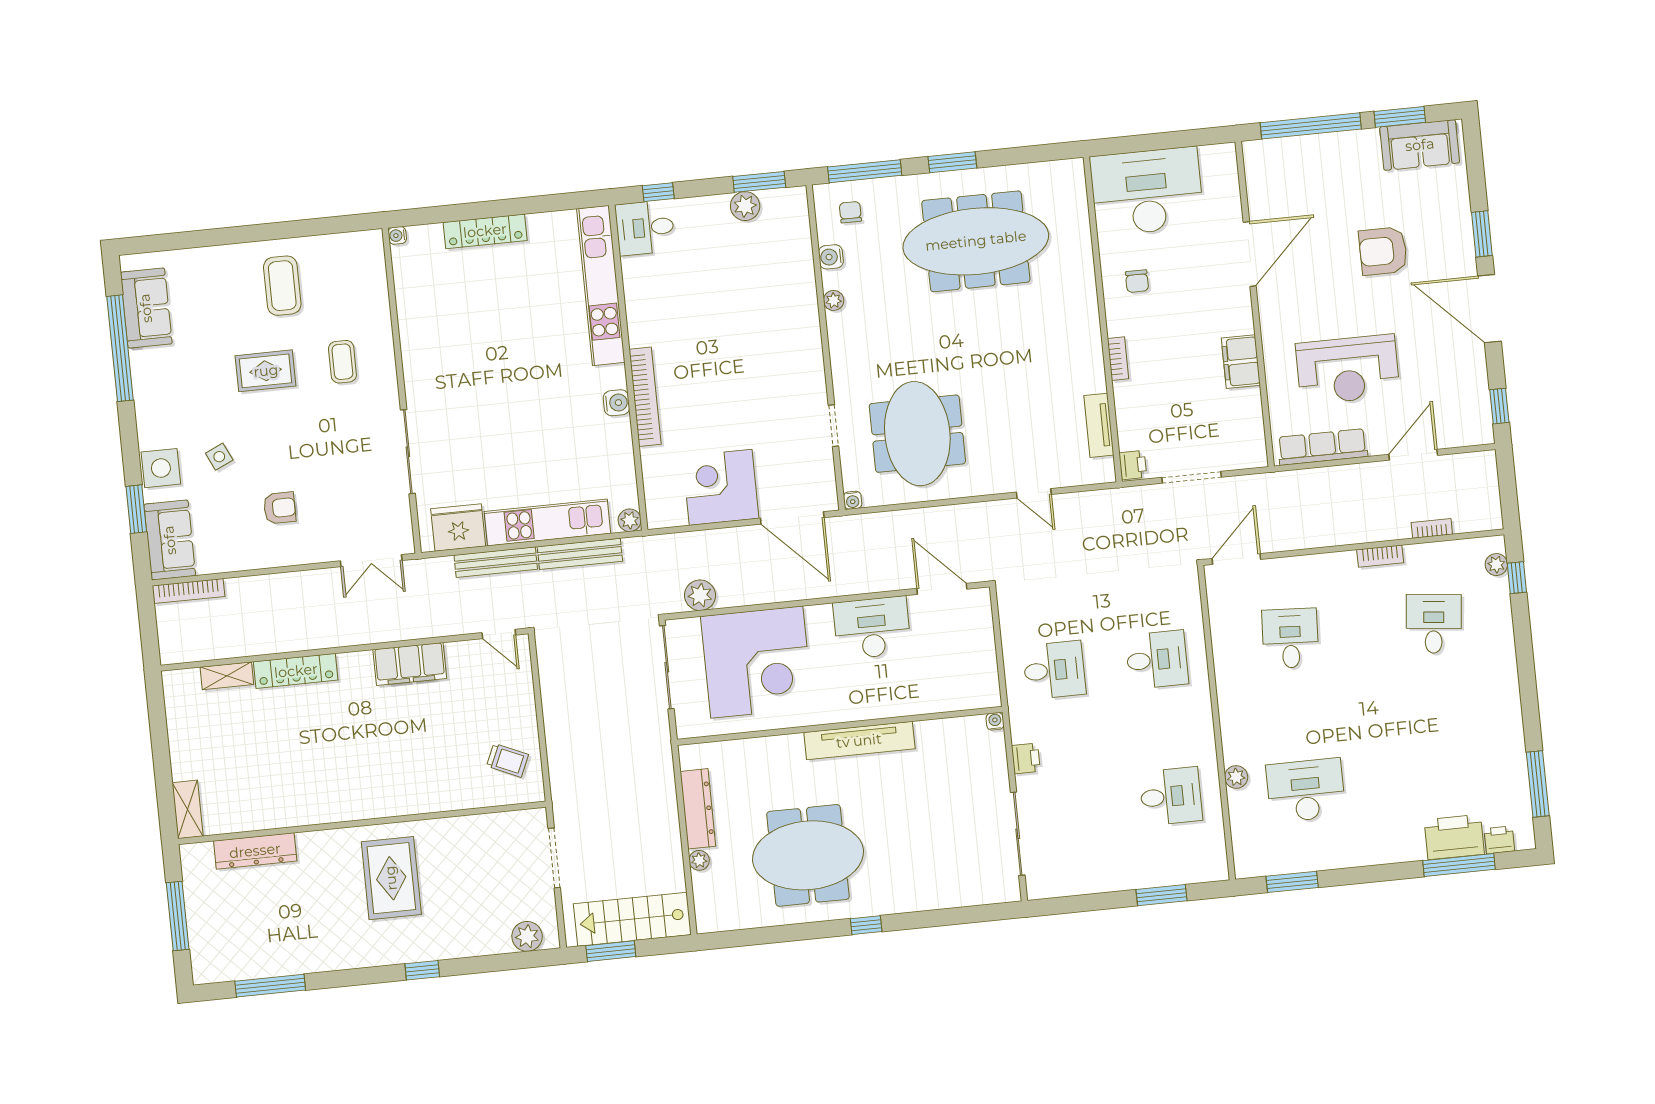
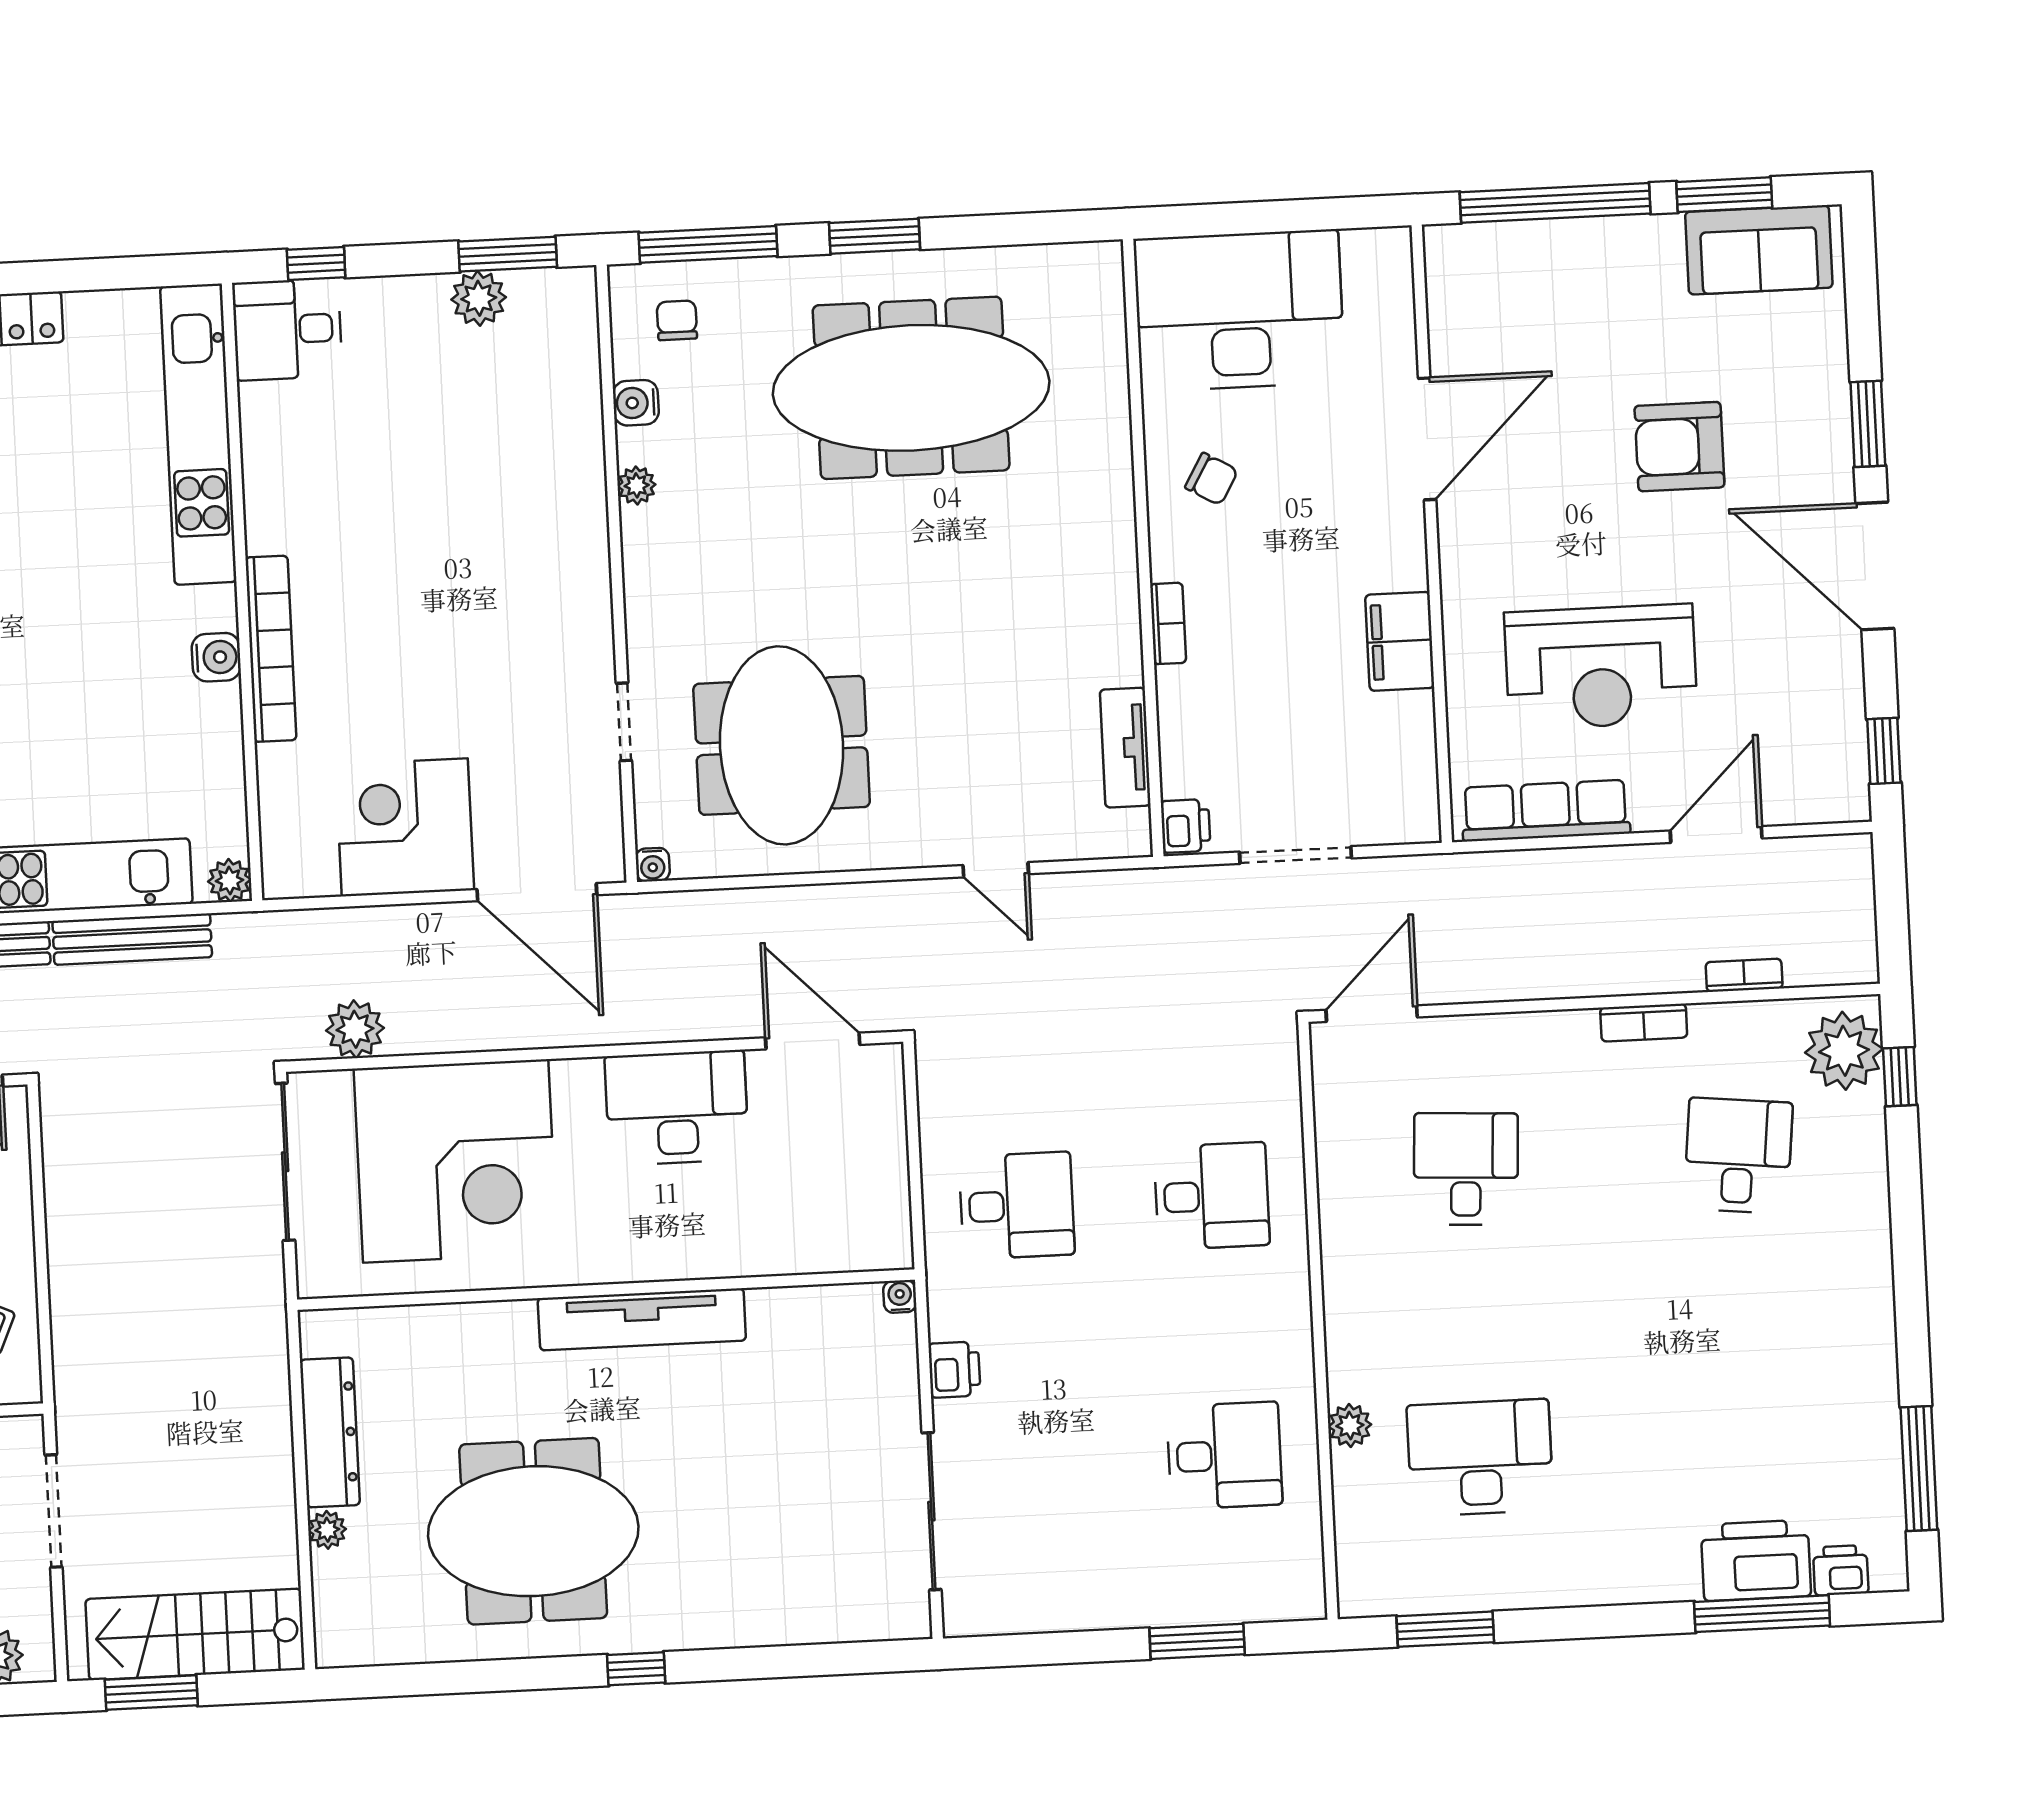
chair: (1137, 281) -> (1212, 479), turned -60
plant: (1496, 565) -> (1844, 1051), width x1.88, depth x1.88

